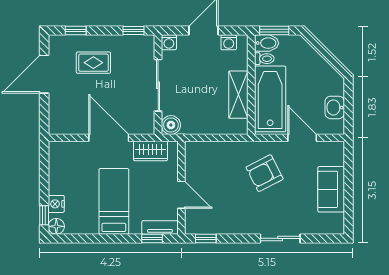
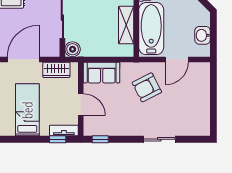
door: (109, 138) -> (23, 59), hinge flipped
door: (302, 138) -> (177, 59), swing flipped
sofa: (331, 189) -> (102, 73), moved, turned -90

